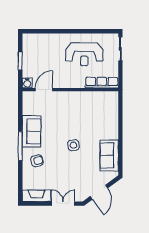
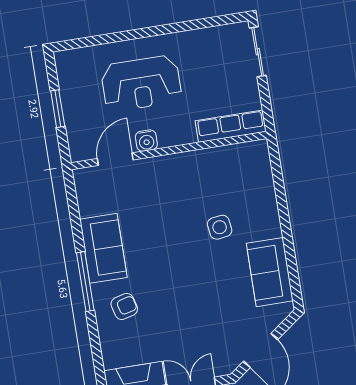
reception desk: (84, 54) -> (141, 83), moved
water cooler: (27, 83) -> (146, 141), moved
side table: (73, 145) -> (220, 227), moved

